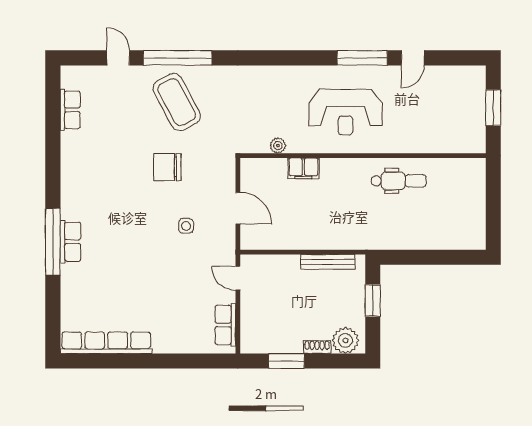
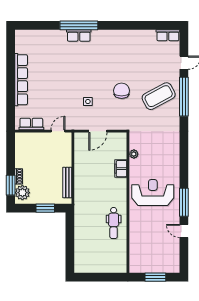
row of seats: (70, 110) -> (168, 35), moved
reception desk: (345, 112) -> (153, 193), turned 90
row of seats: (106, 343) -> (21, 80), moved
window: (286, 361) -> (11, 185), moved

